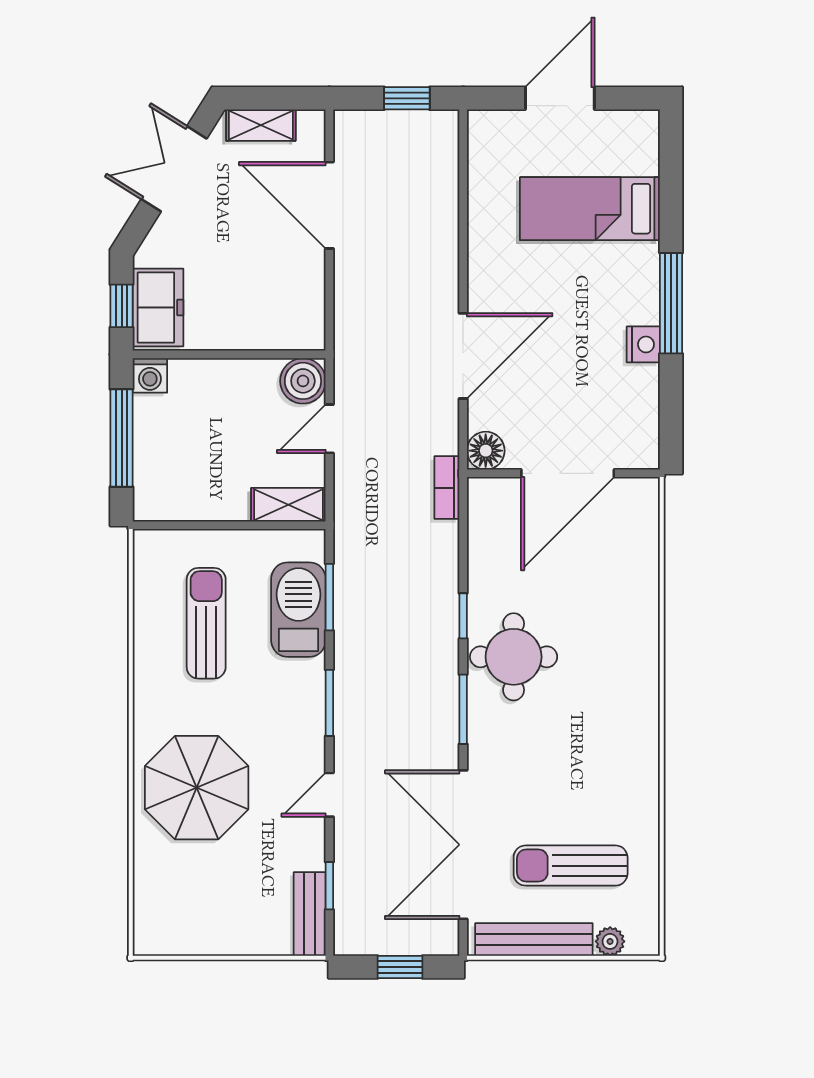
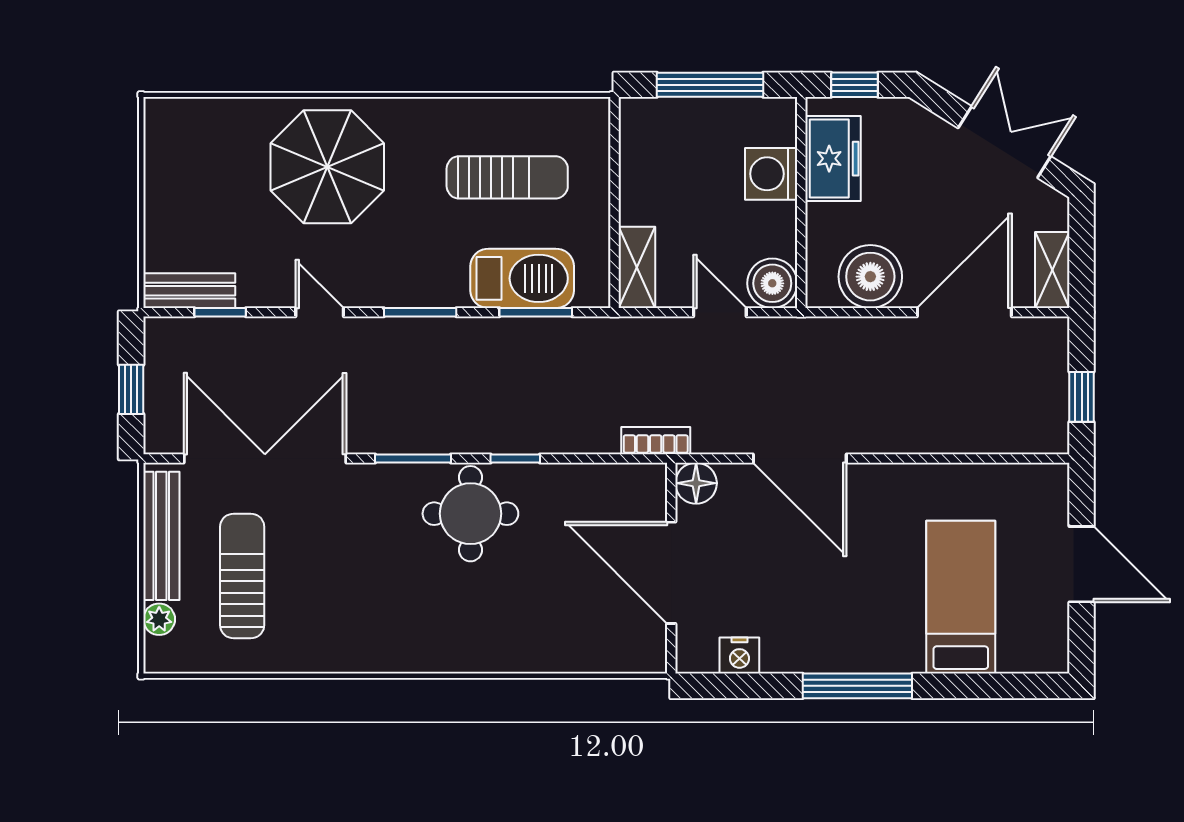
shelving: (261, 125) -> (1052, 270), moved
boiler: (297, 291) -> (870, 277), added
freezer: (158, 307) -> (833, 159), moved, turned -90
nightstand: (643, 344) -> (739, 656), moved
washing machine: (150, 375) -> (771, 174), moved, width x1.38, depth x1.38

